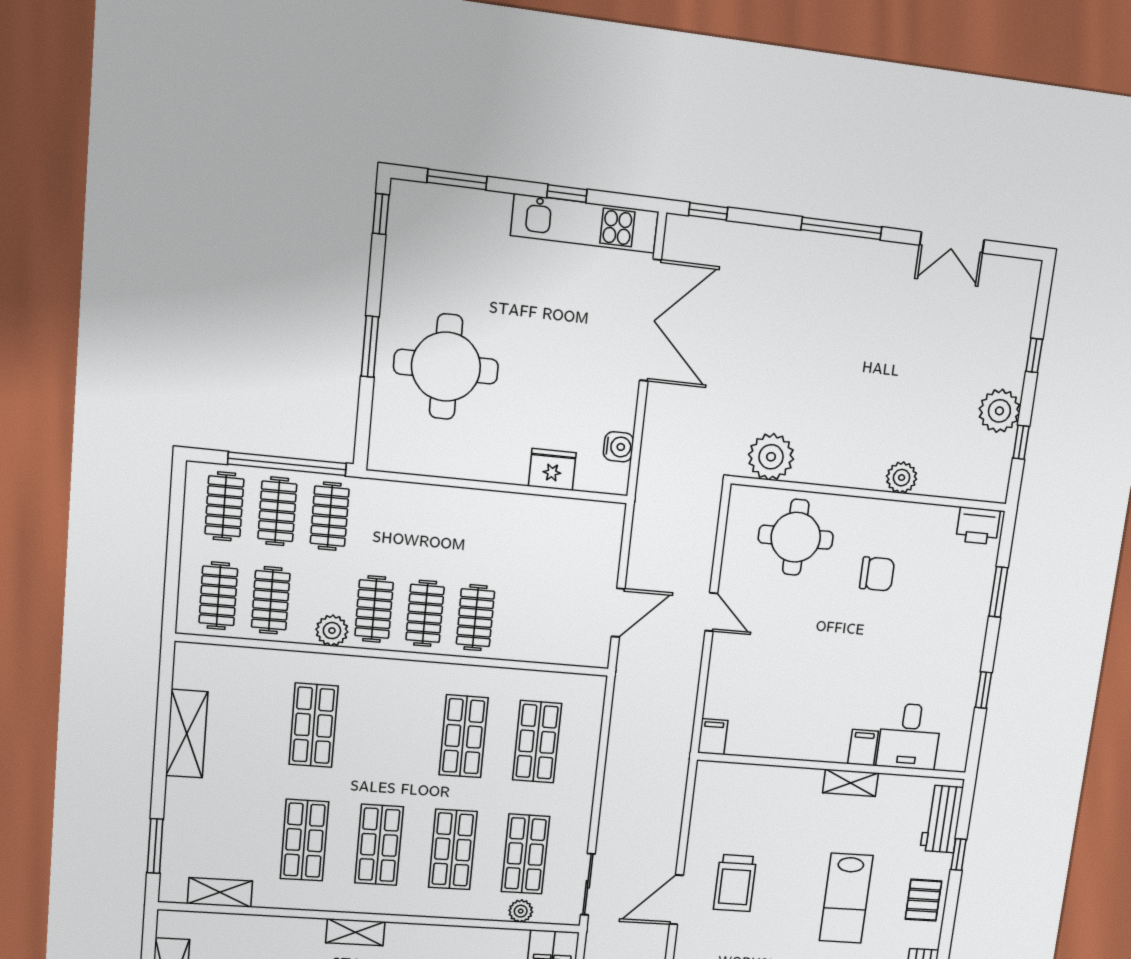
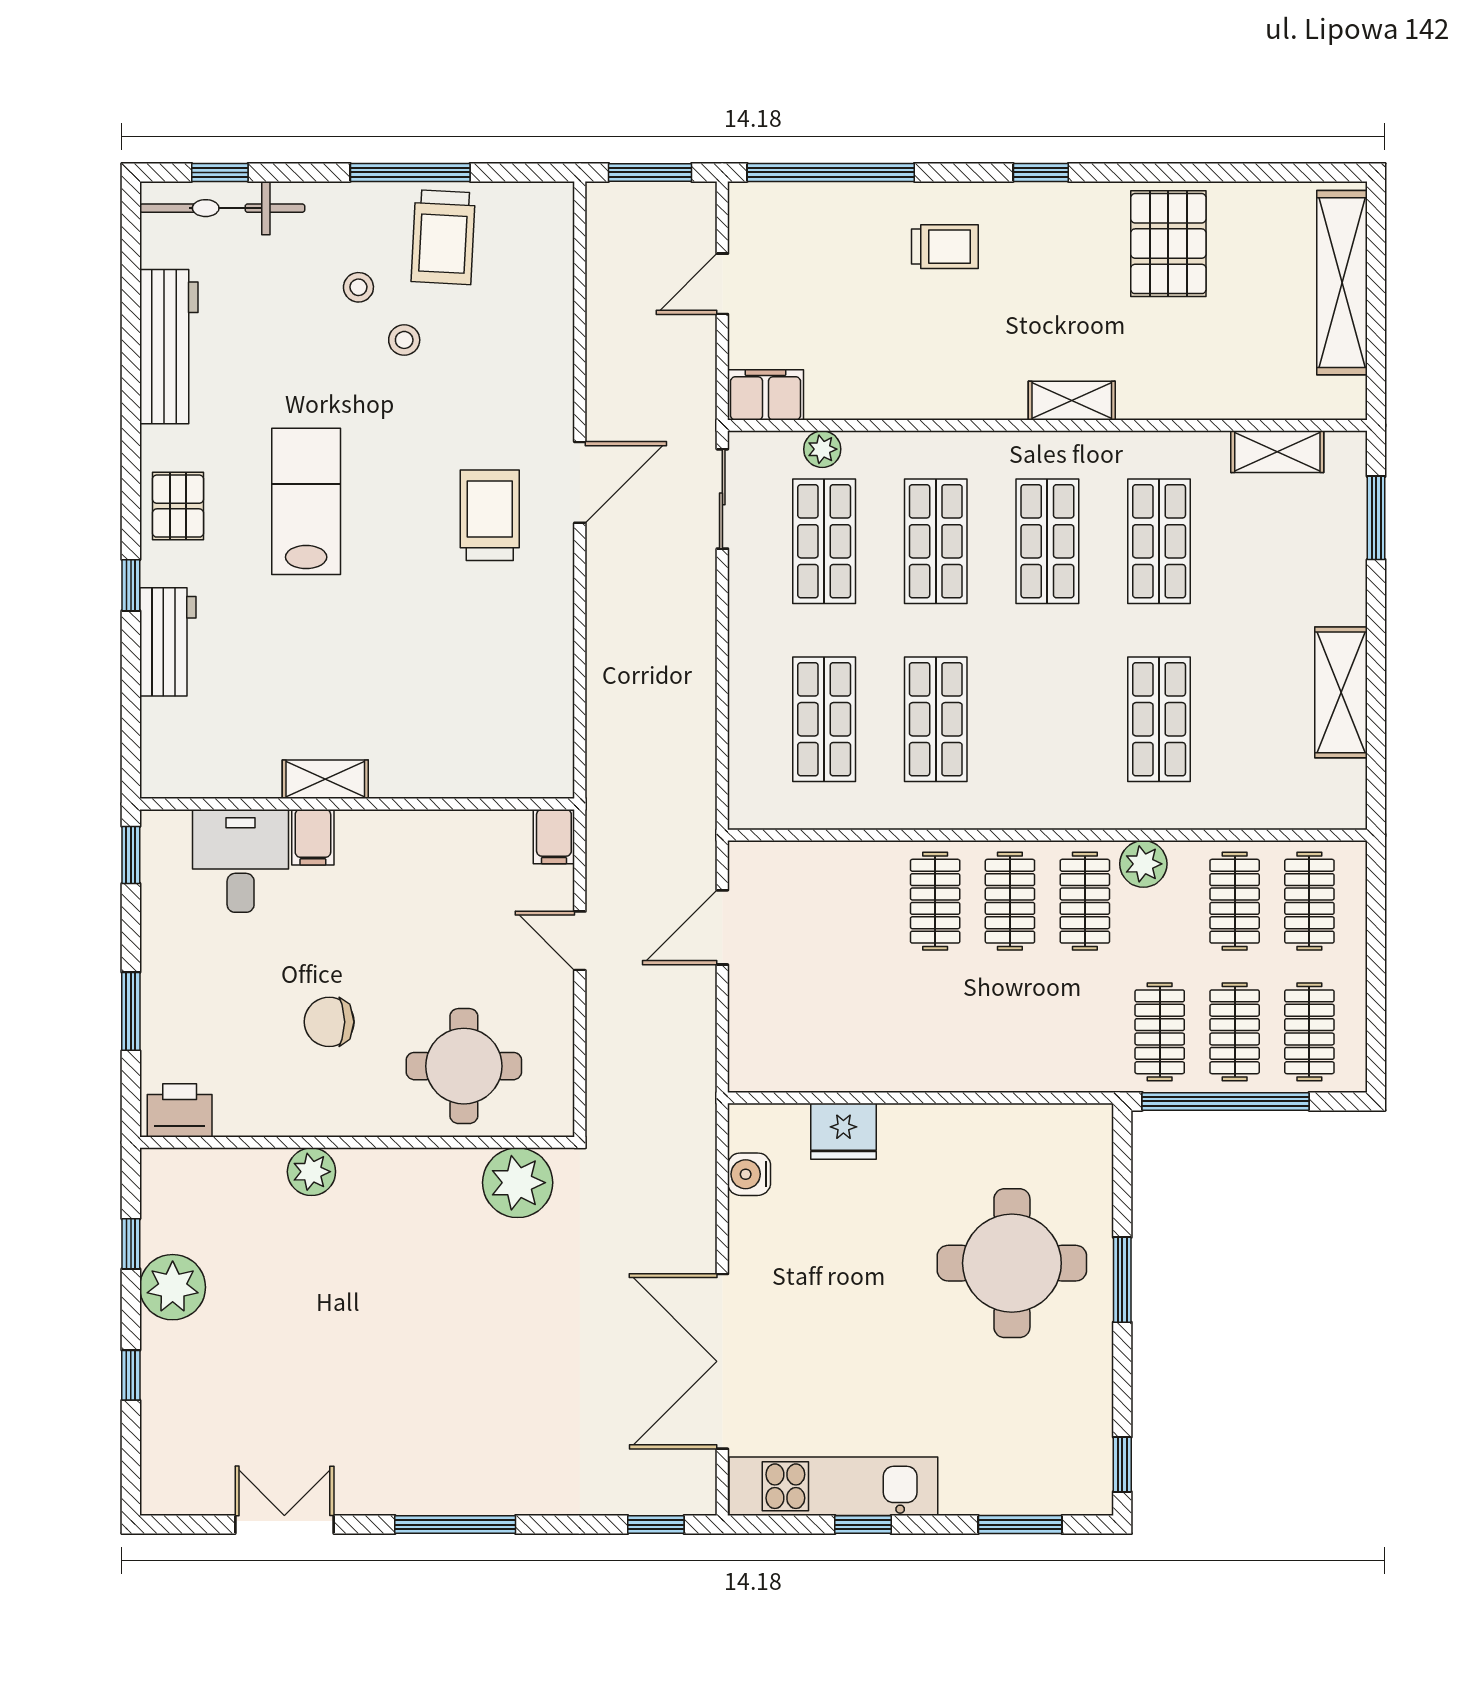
desk: (909, 736) -> (241, 861), moved
filing cabinet: (713, 737) -> (554, 837), moved
filing cabinet: (863, 748) -> (313, 837), moved
wall: (833, 766) -> (357, 804), moved
shelving: (850, 783) -> (325, 779), moved

